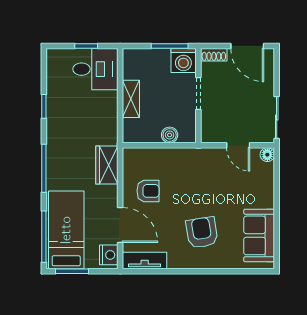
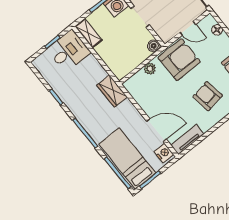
shelving: (131, 99) -> (88, 33), moved
boiler: (170, 135) -> (154, 46), moved
plant: (165, 155) -> (150, 69), added
floor lamp: (267, 155) -> (217, 30), moved
wardrobe: (107, 165) -> (112, 91), moved
armchair: (148, 191) -> (179, 60), moved, width x1.88, depth x1.88

